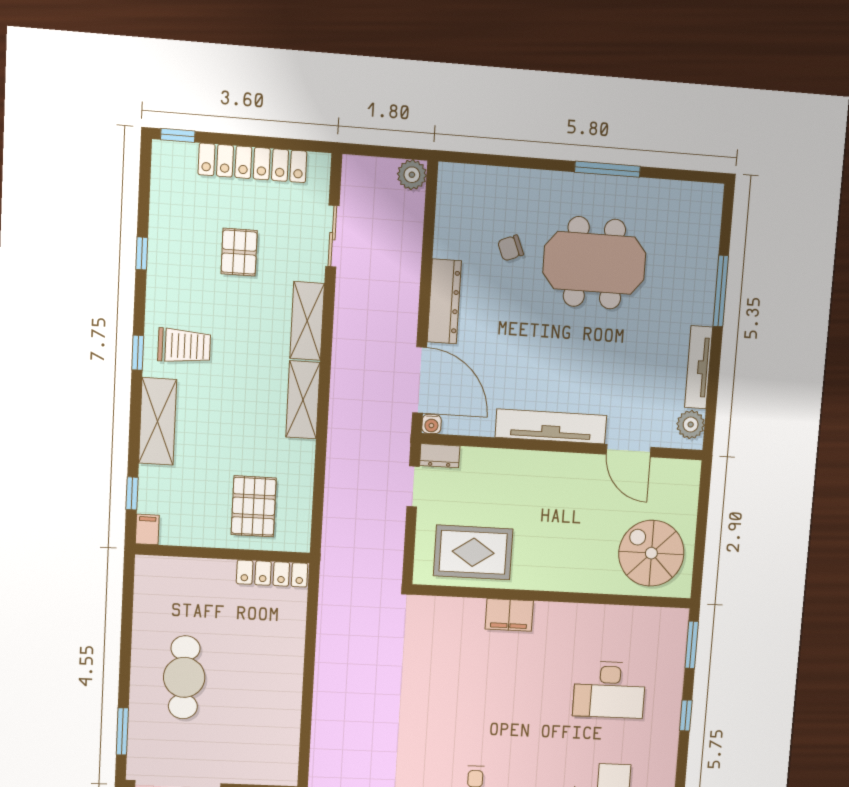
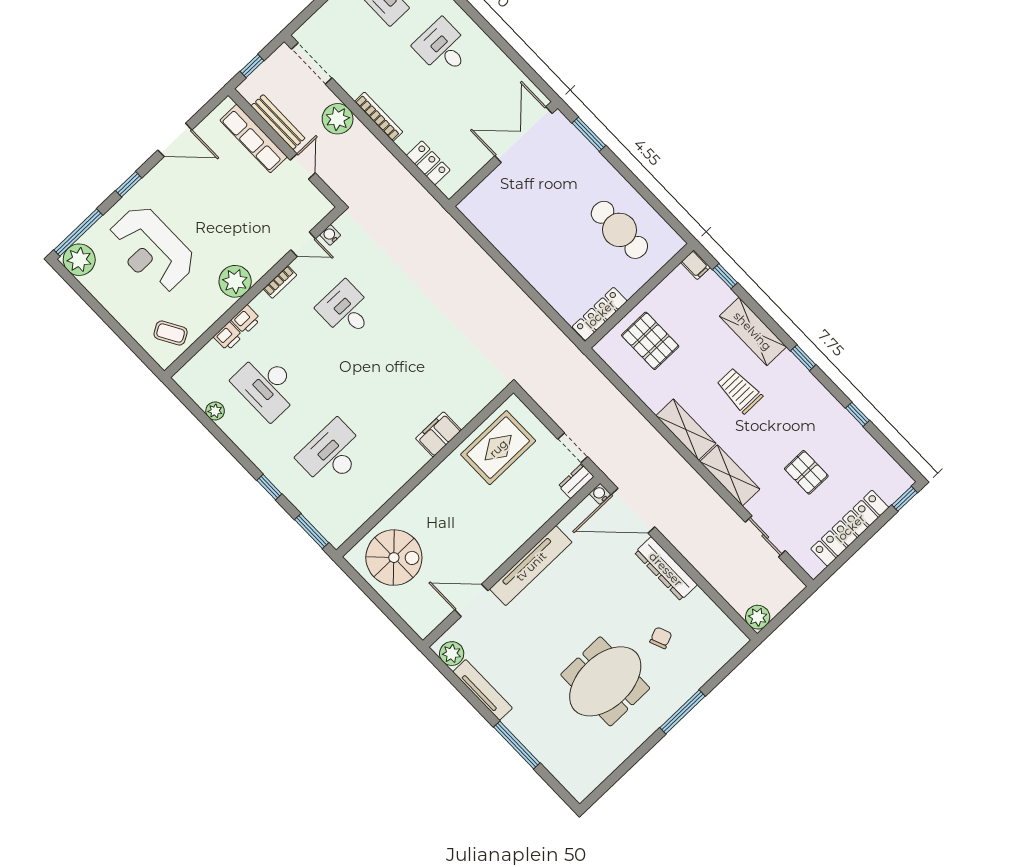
window: (607, 169) -> (683, 712), moved
trolley: (184, 346) -> (740, 391), moved, turned 90
cafe table: (184, 677) -> (619, 230), moved

